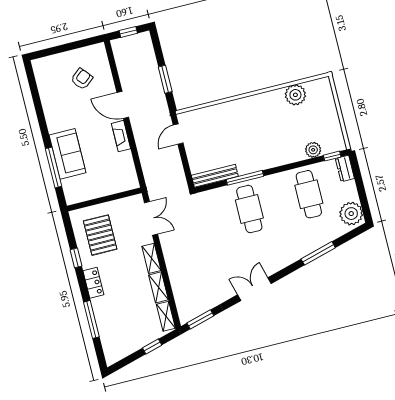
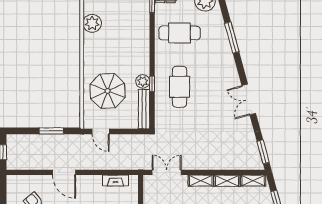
door: (123, 105) -> (64, 172), hinge flipped
parasol: (225, 131) -> (108, 91), added
fireplace: (121, 136) -> (115, 181), moved
plant: (313, 150) -> (143, 81), moved
window: (245, 178) -> (152, 84), width x0.46
cafe table: (249, 209) -> (180, 87), turned 90

